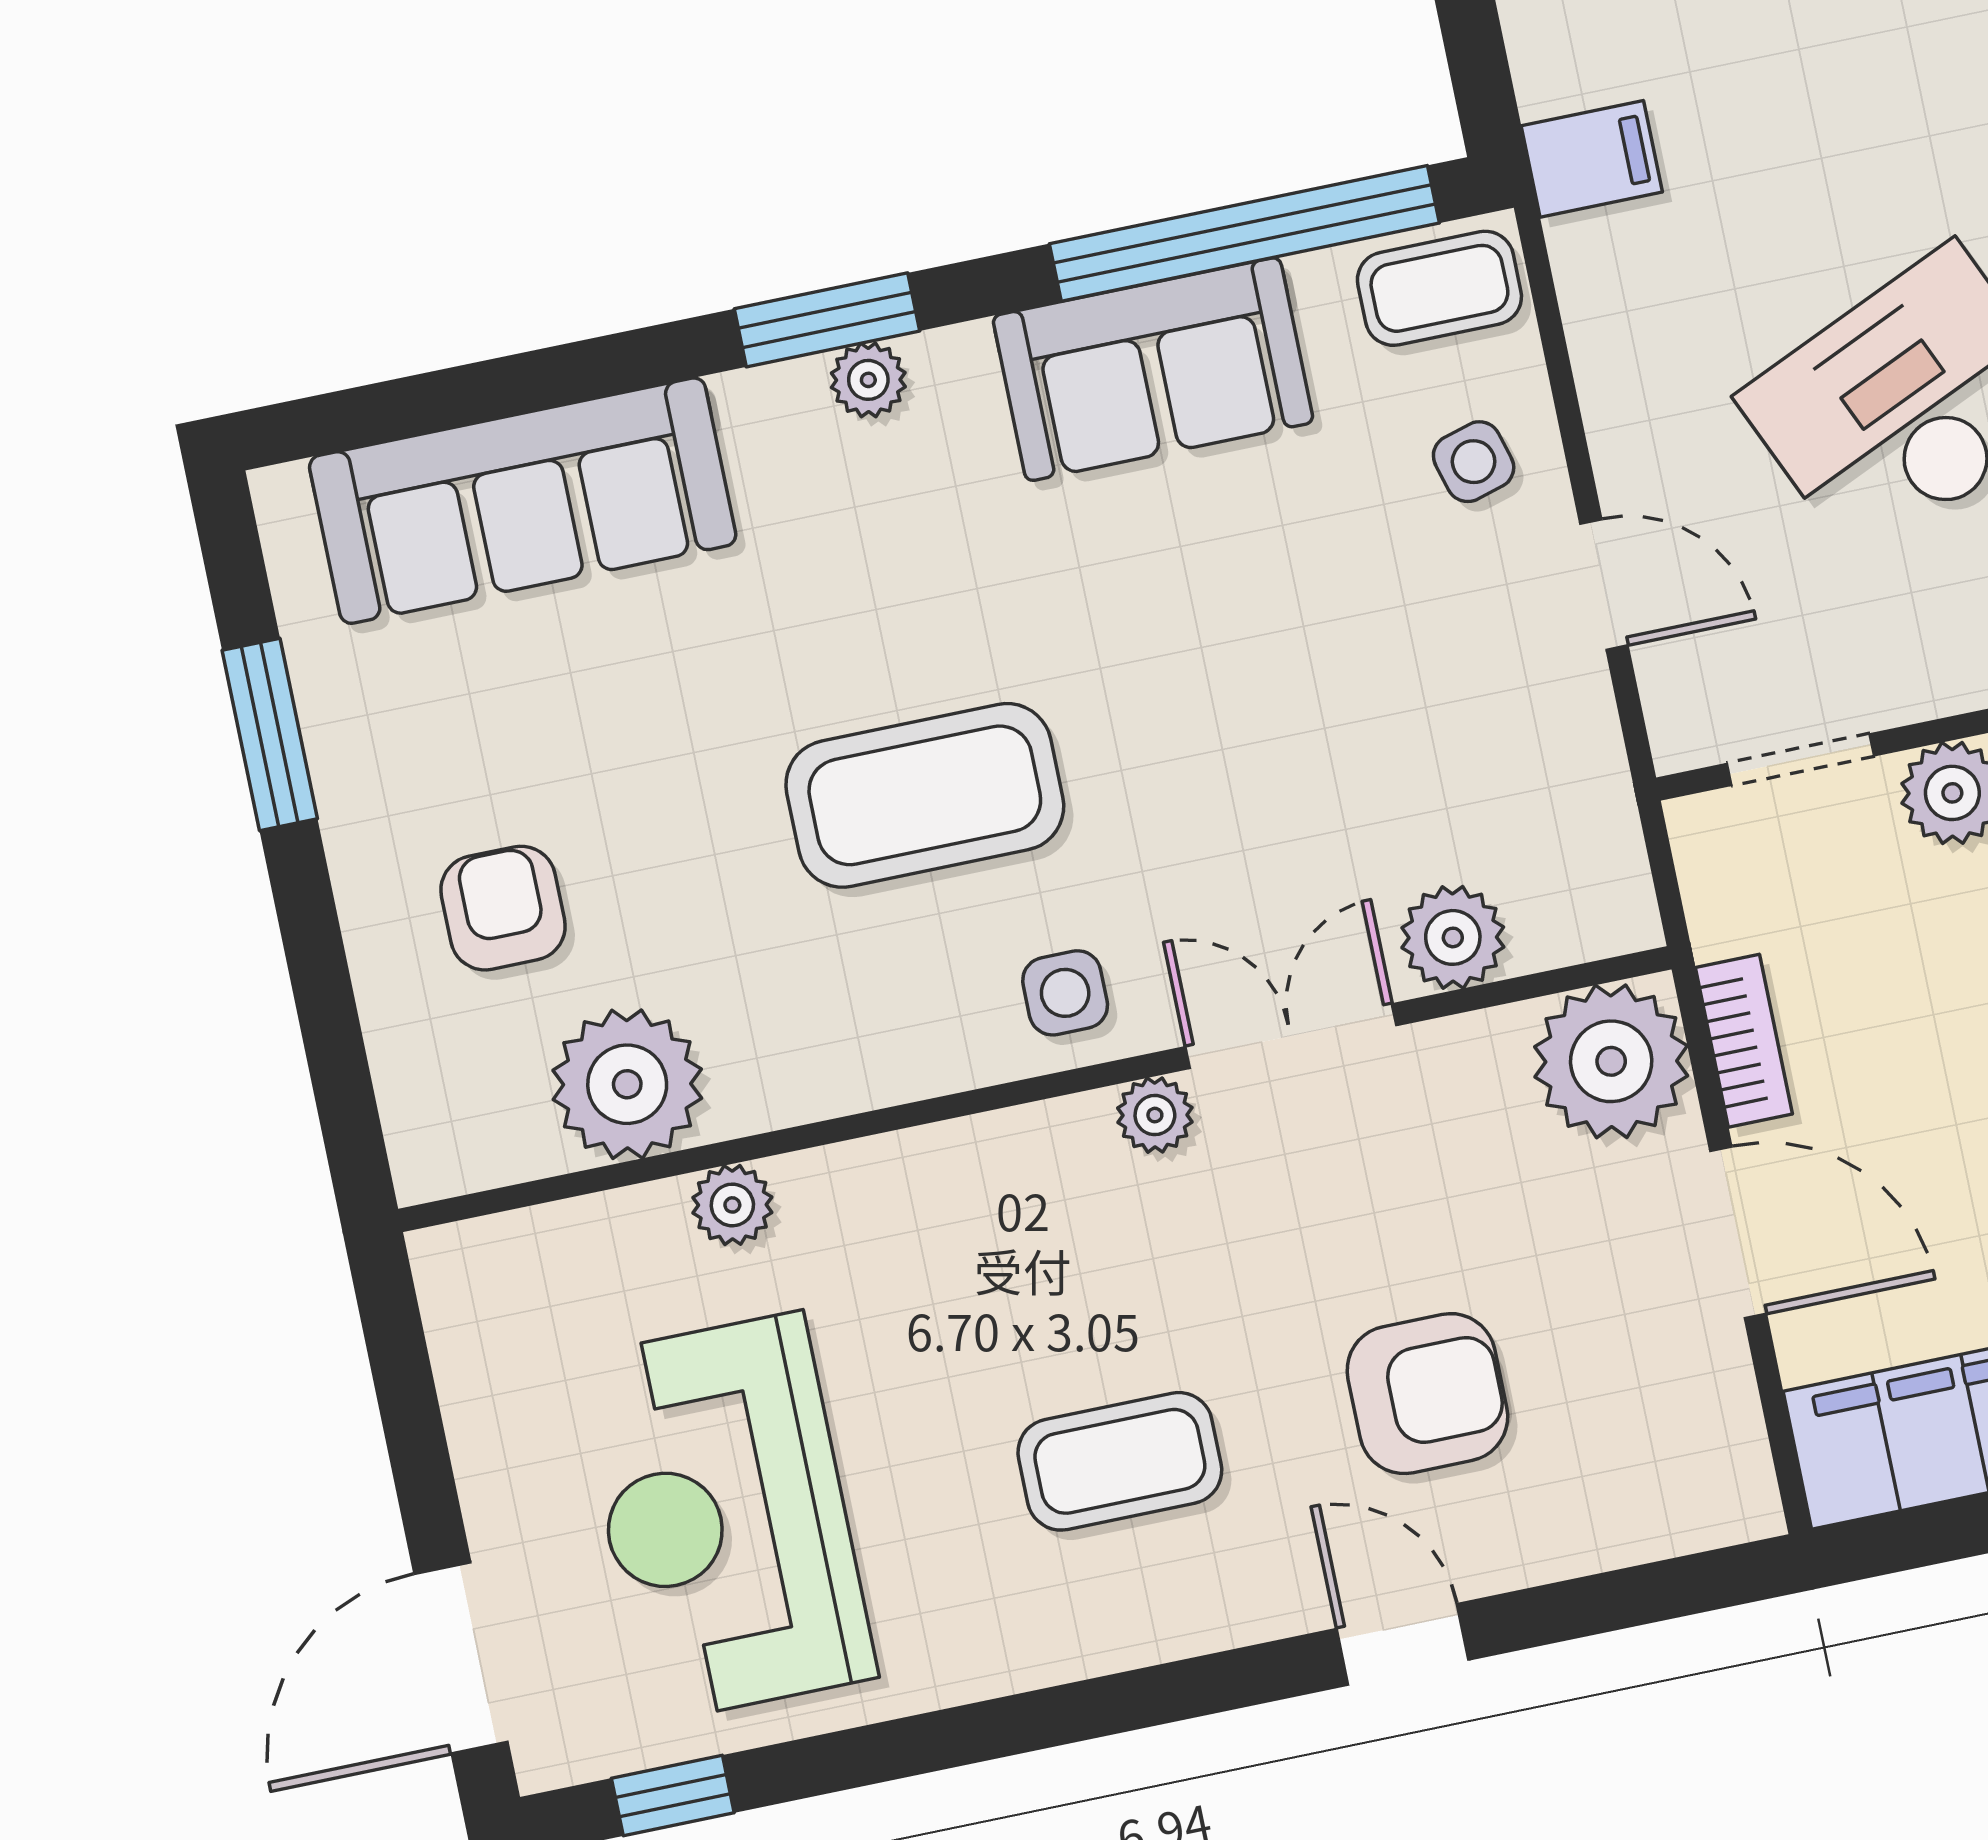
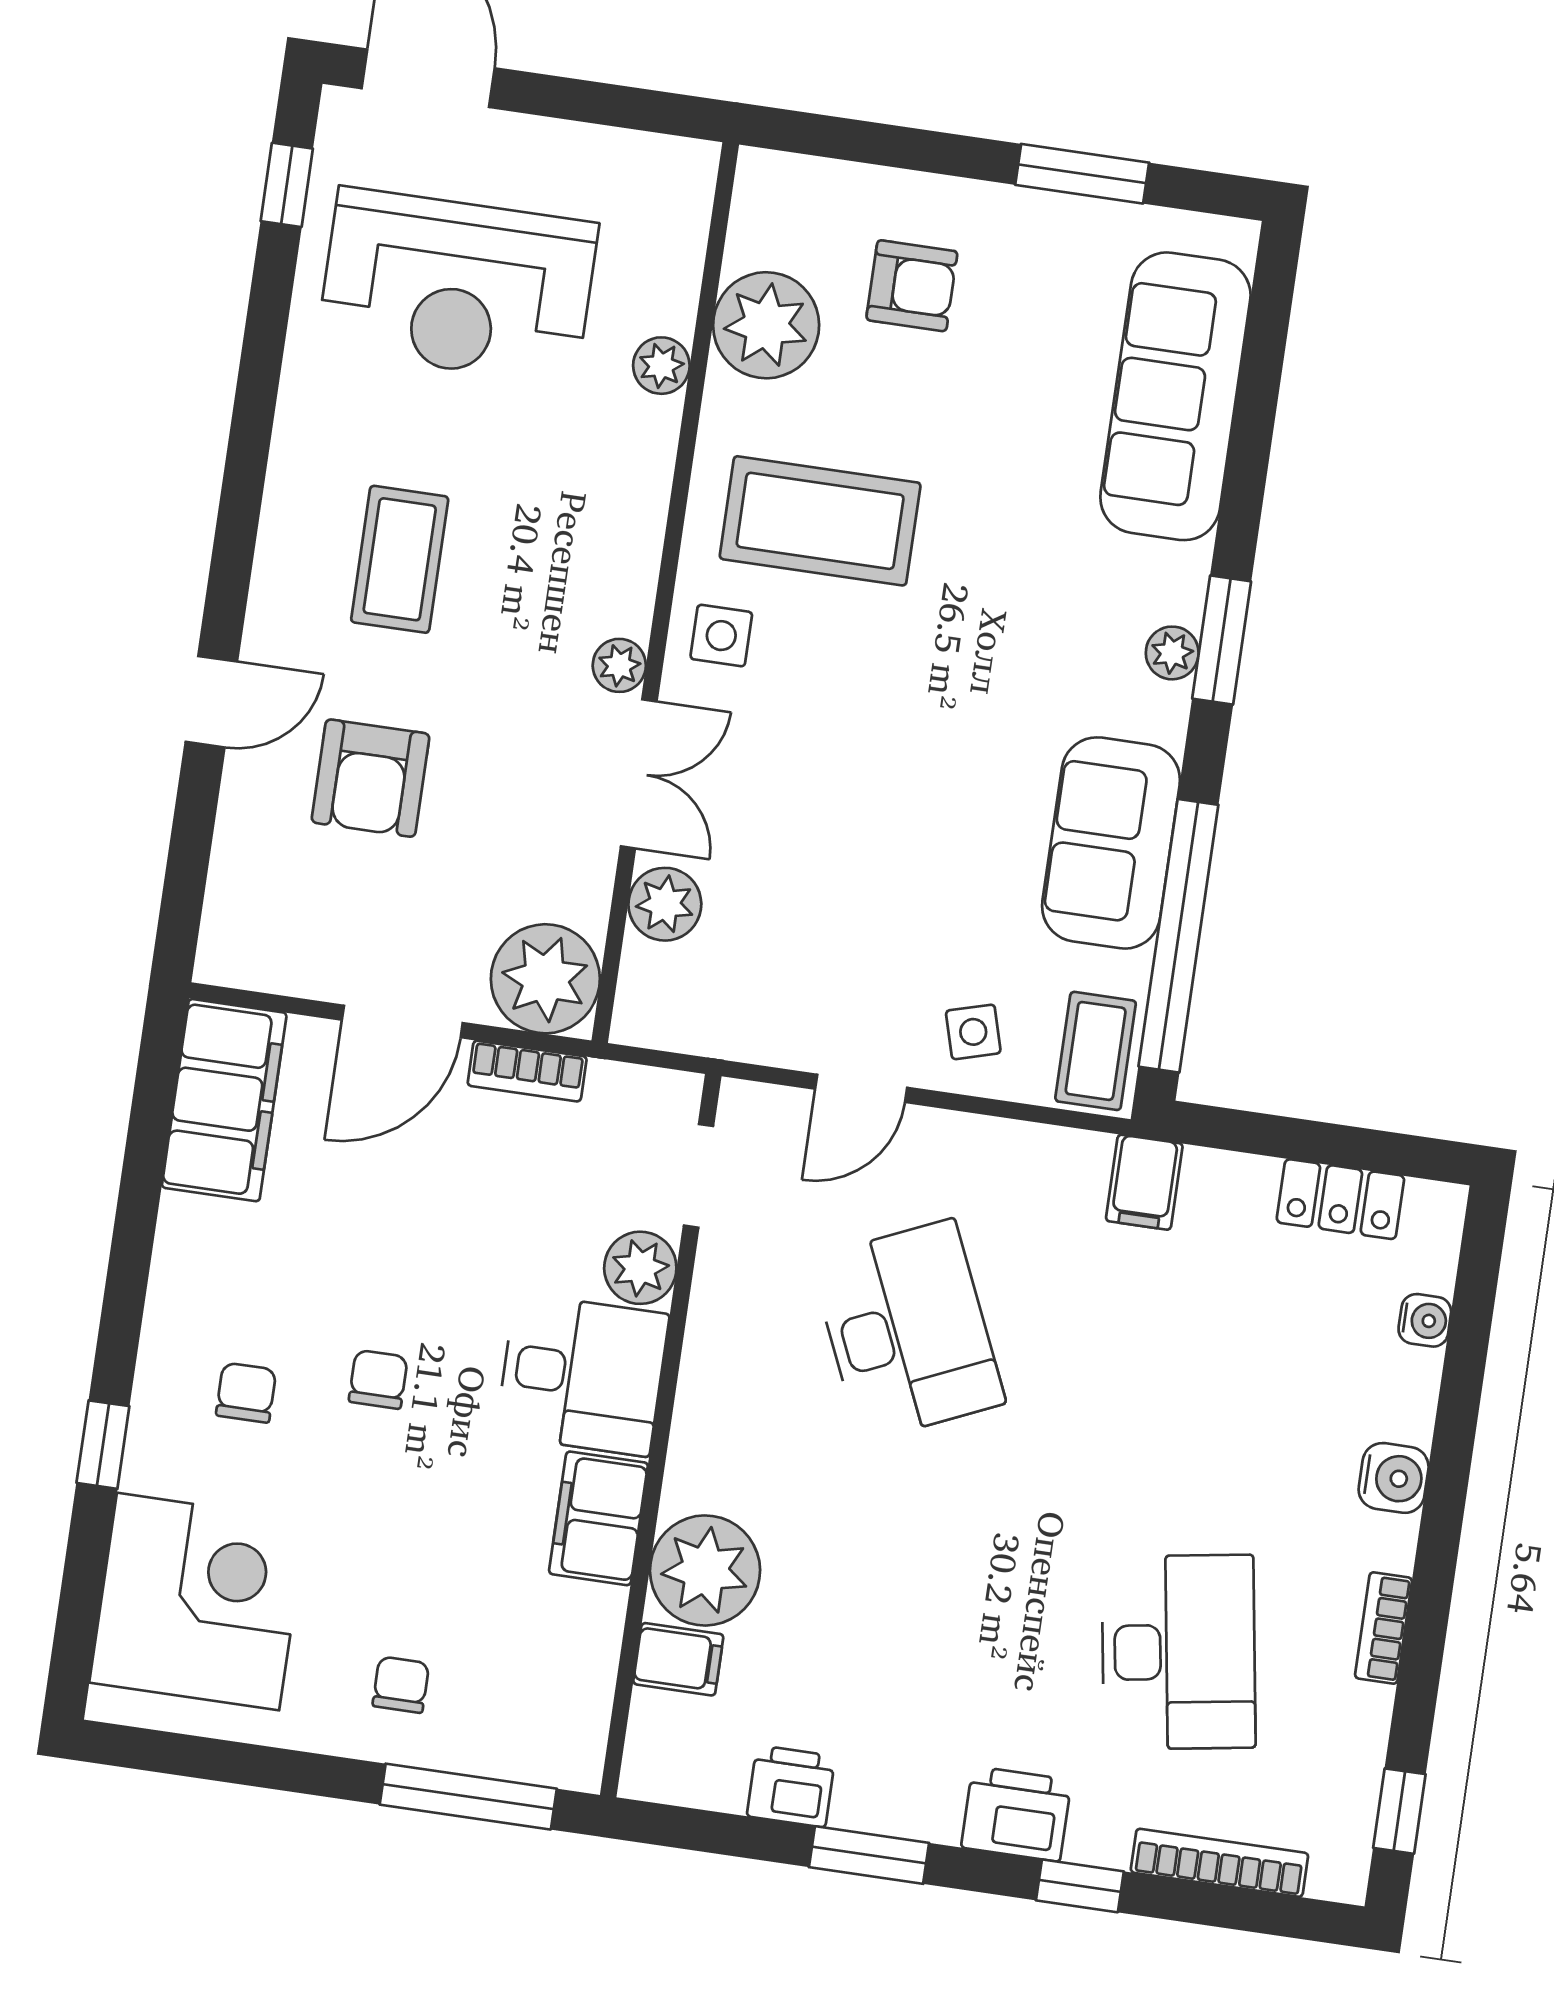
coffee table: (925, 795) -> (820, 521), moved, turned 90
reception desk: (726, 1517) -> (457, 286), turned 180

